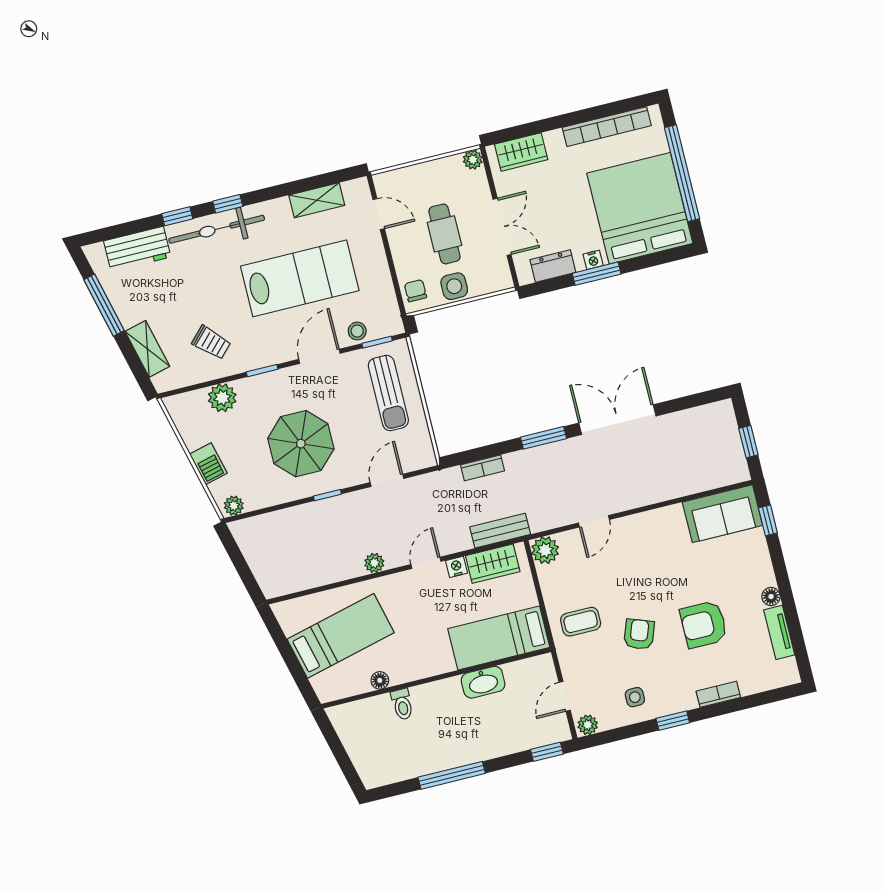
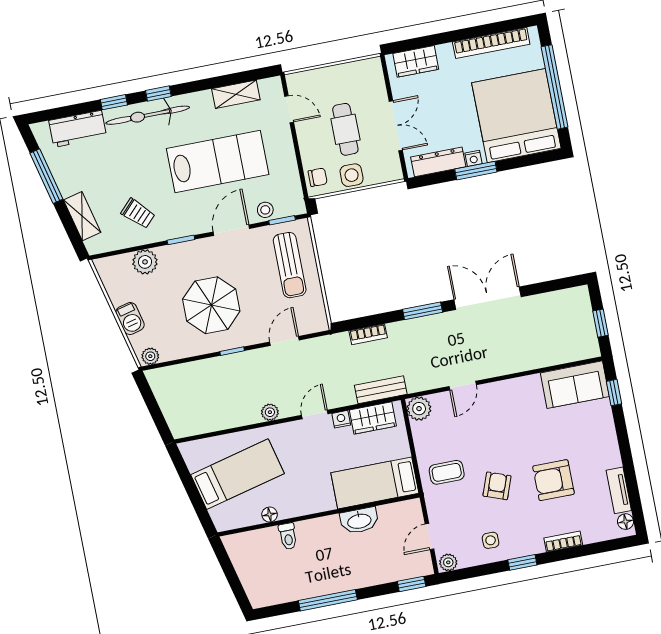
plant: (473, 160) -> (373, 66), removed
dresser: (553, 266) -> (438, 162), width x1.44
chair: (415, 291) -> (318, 177), turned 90
floor lamp: (771, 597) -> (625, 522), moved

